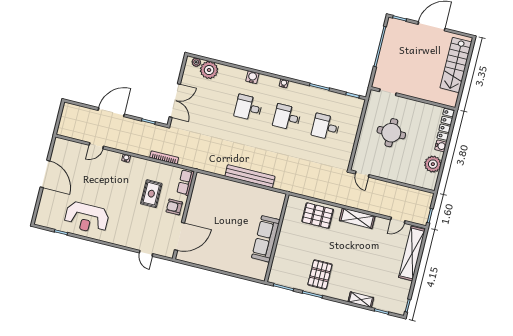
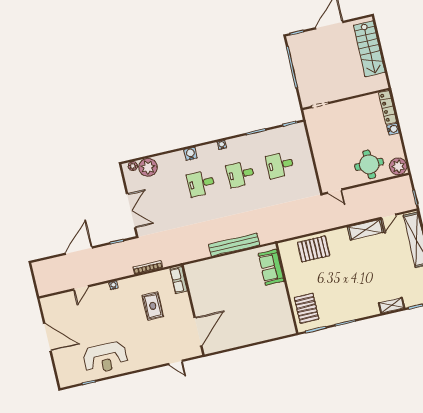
round table: (391, 133) -> (369, 164), moved
plant: (433, 164) -> (398, 166), moved
armchair: (174, 207) -> (180, 307), removed
shelving: (357, 218) -> (366, 230), moved
sofa: (266, 239) -> (271, 267), moved, width x0.73
pallet: (320, 274) -> (307, 308), moved

